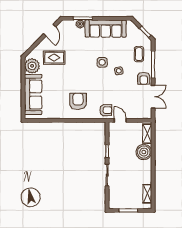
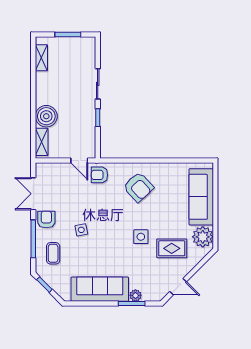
door: (50, 30) -> (178, 287), swing flipped
side table: (102, 62) -> (141, 237), moved
armchair: (78, 101) -> (138, 187), turned -43

